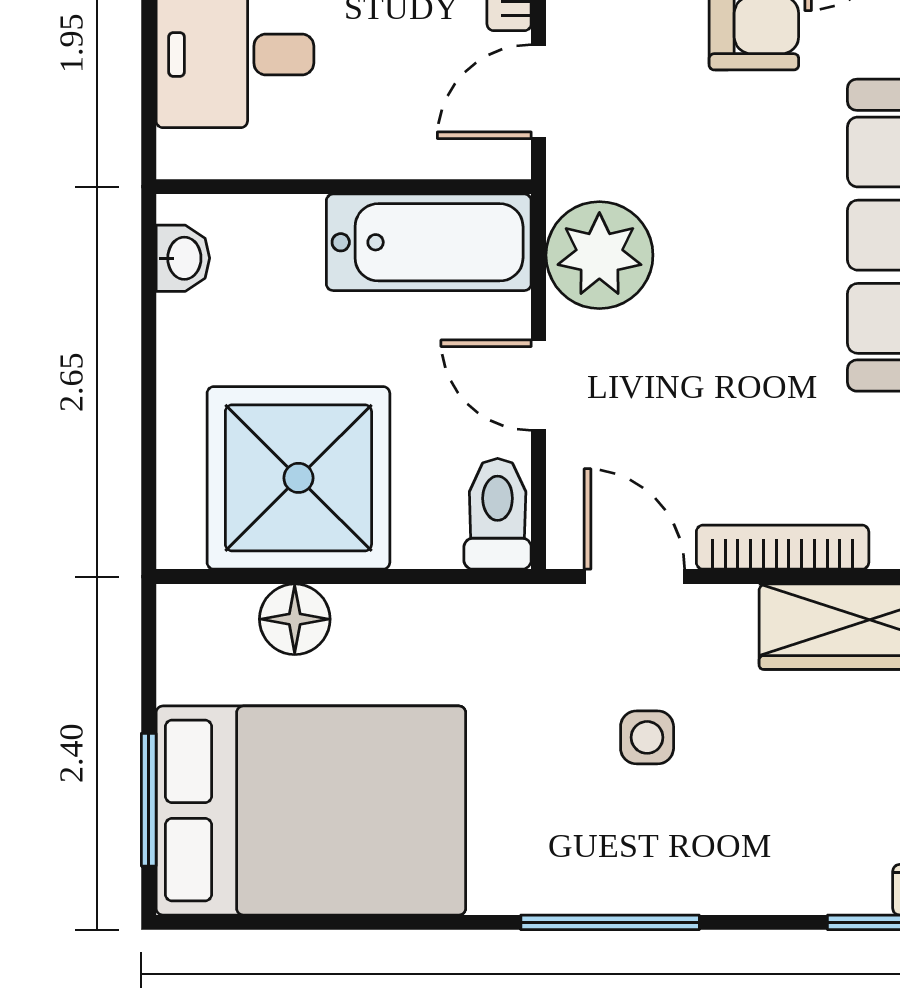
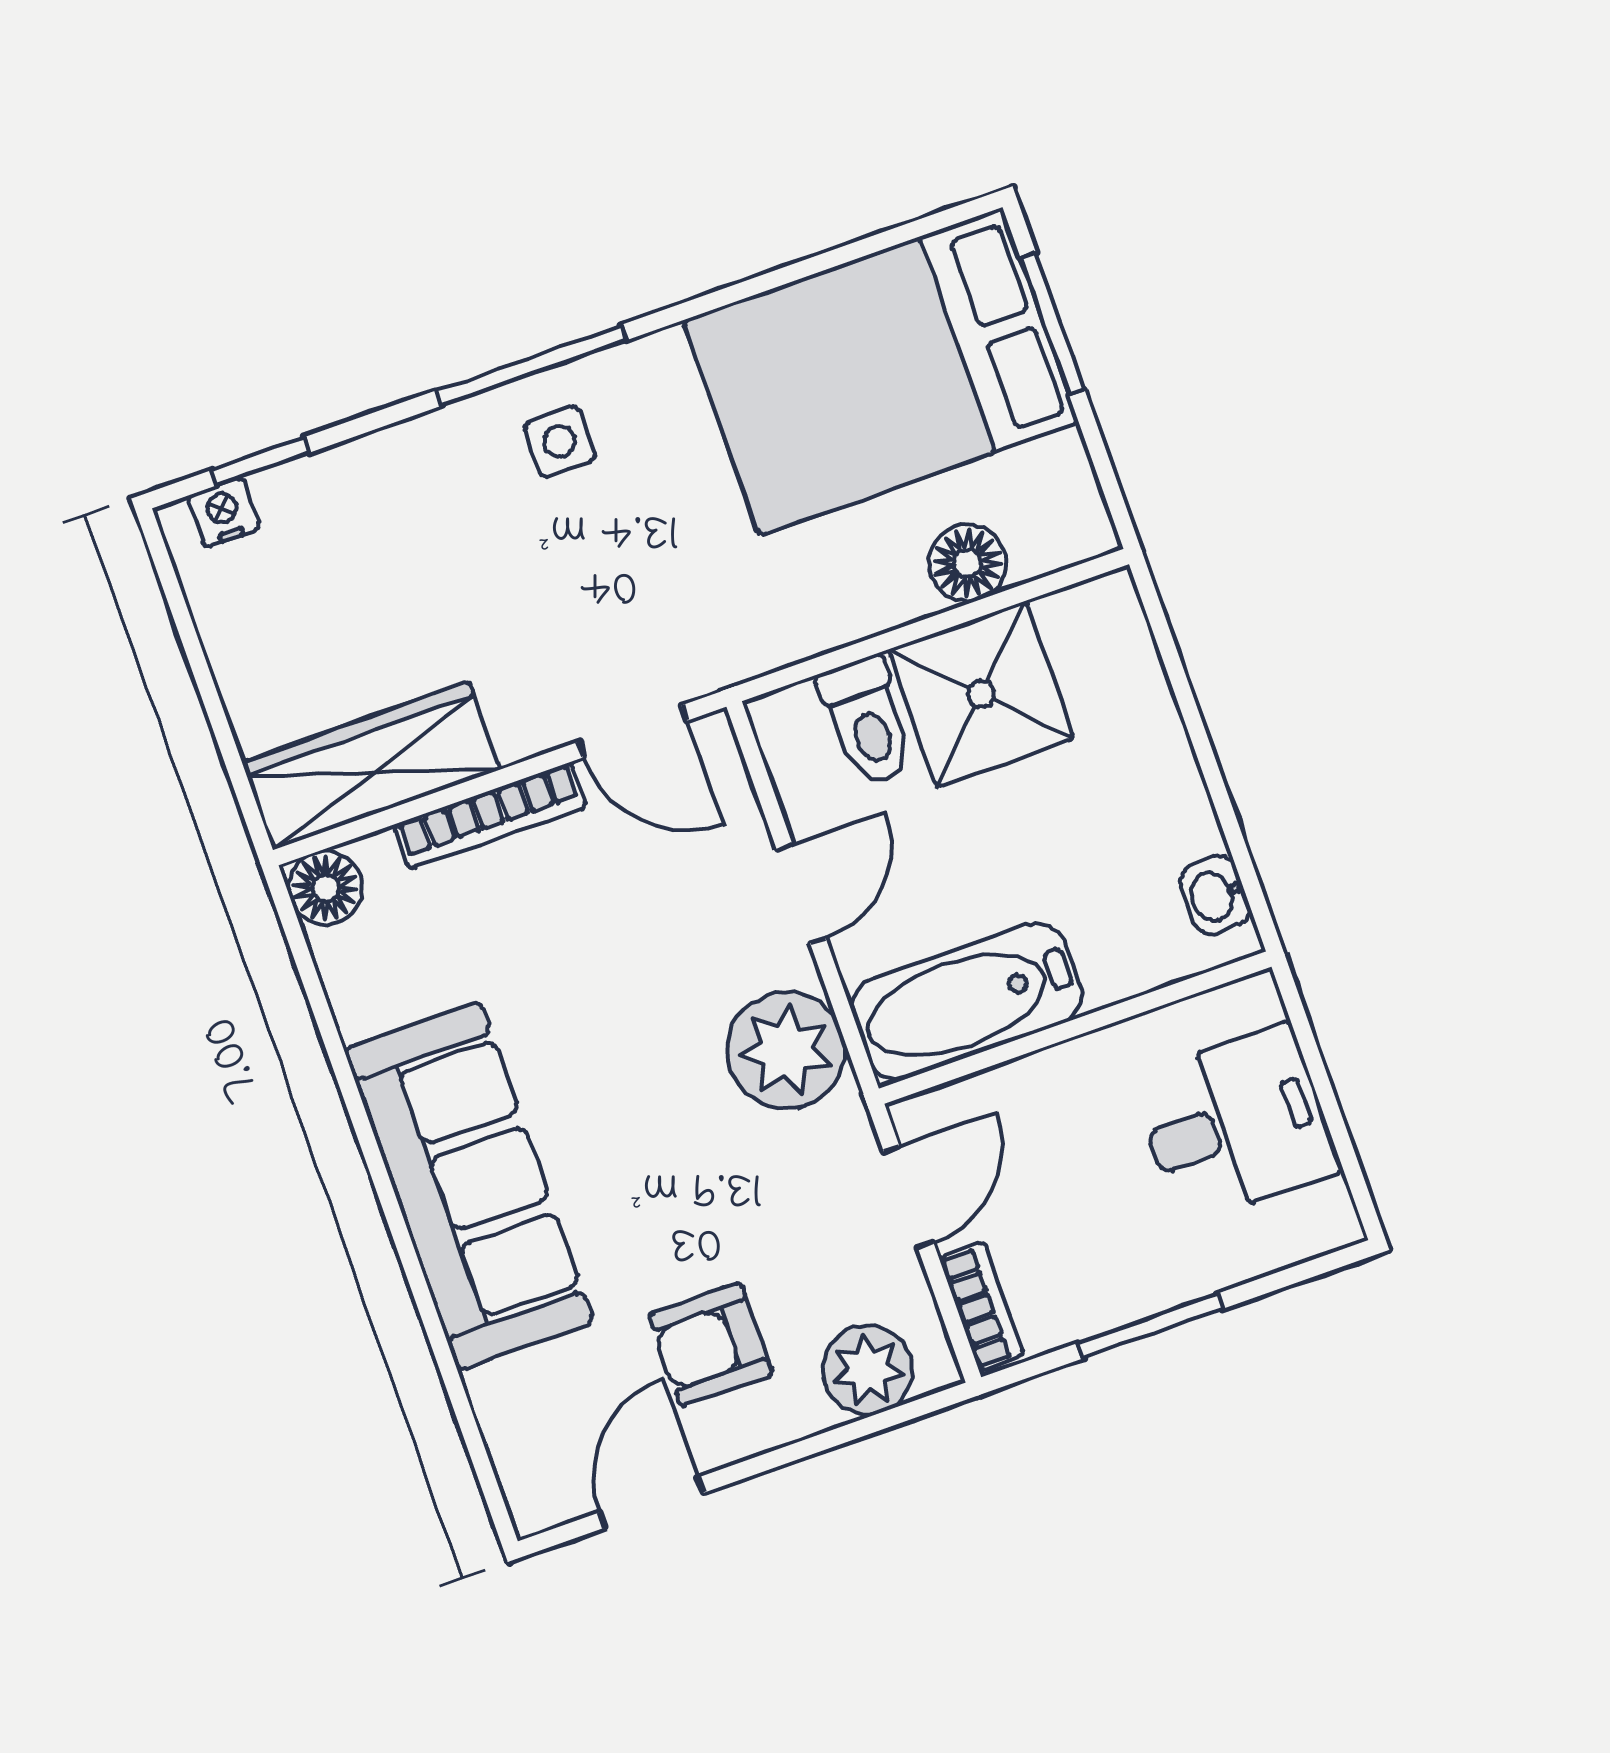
door: (539, 385) -> (801, 894), hinge flipped
shower: (298, 478) -> (981, 694), width x0.73, depth x0.73
toilet: (498, 514) -> (867, 721), moved
side table: (647, 737) -> (559, 442), moved

